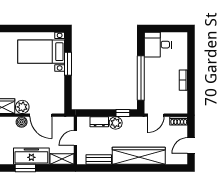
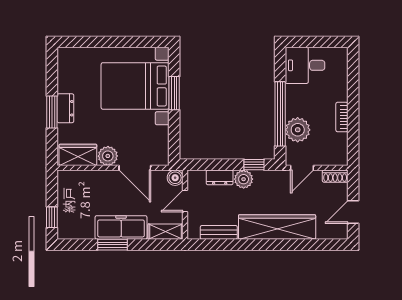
bed with nightstands: (41, 52) -> (135, 86), width x1.36
plant: (153, 89) -> (298, 130), added
boiler: (22, 122) -> (175, 178), moved

